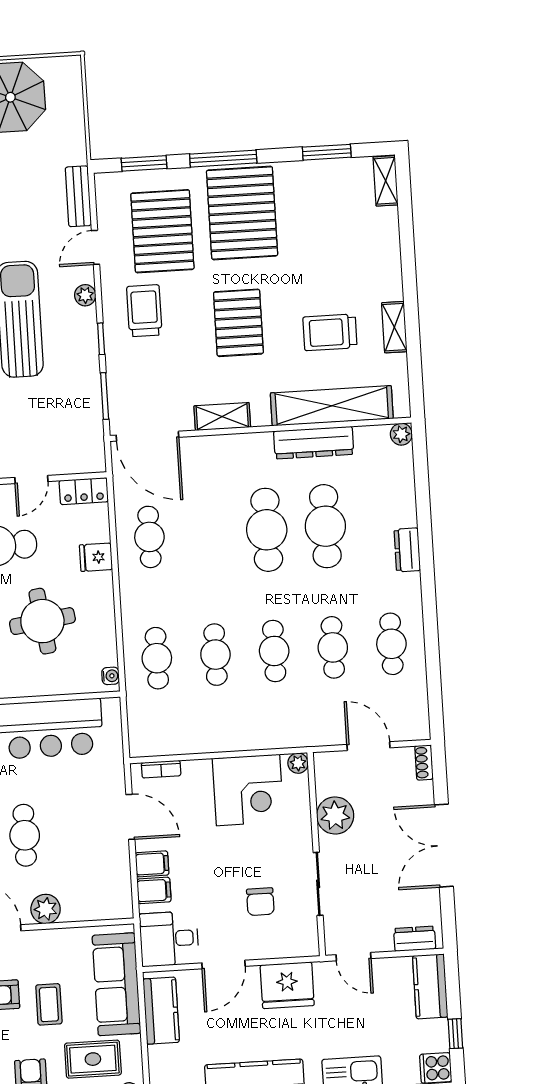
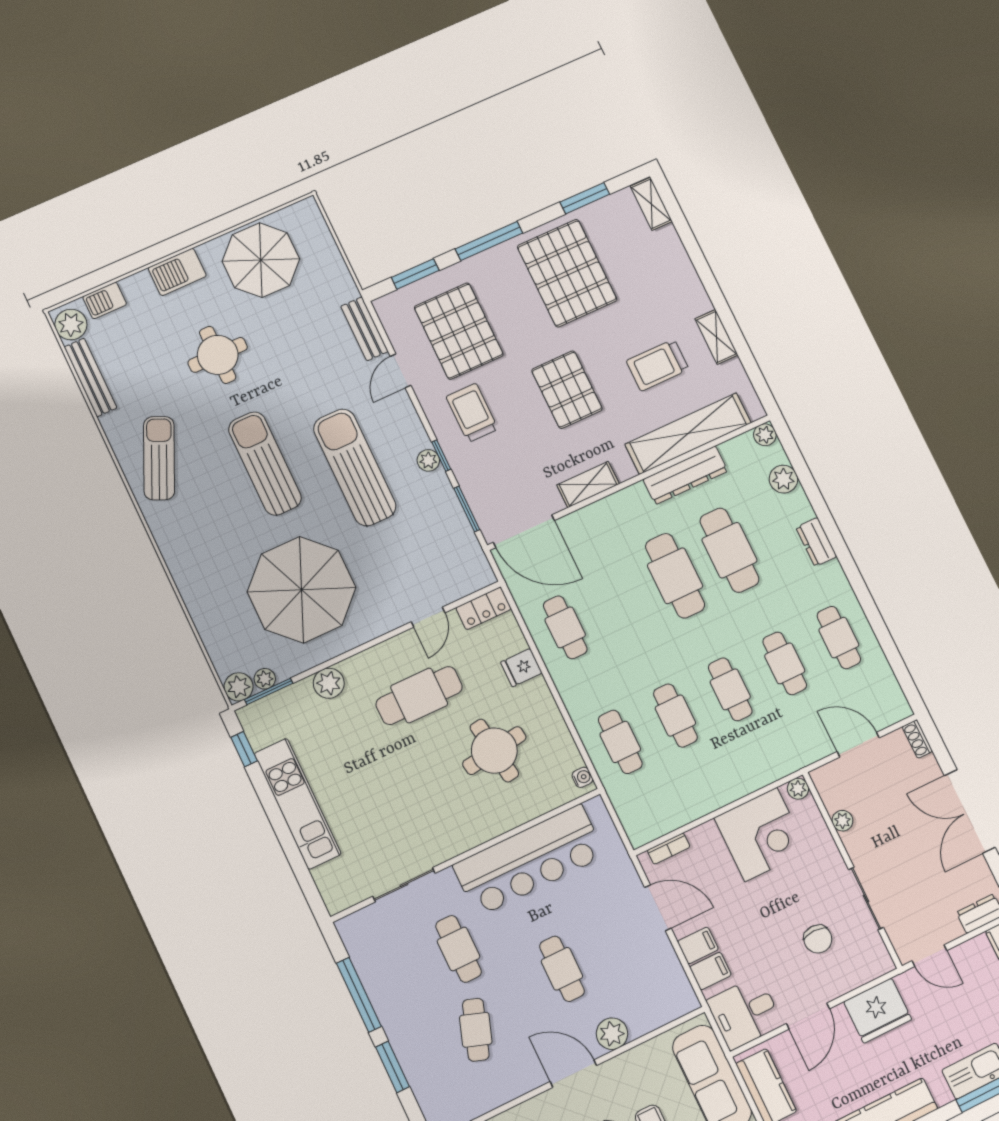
pallet: (242, 213) -> (567, 273), moved
plant: (85, 295) -> (428, 460), moved
plant: (401, 481) -> (783, 479), added
plant: (335, 816) -> (842, 821), width x0.53, depth x0.53

